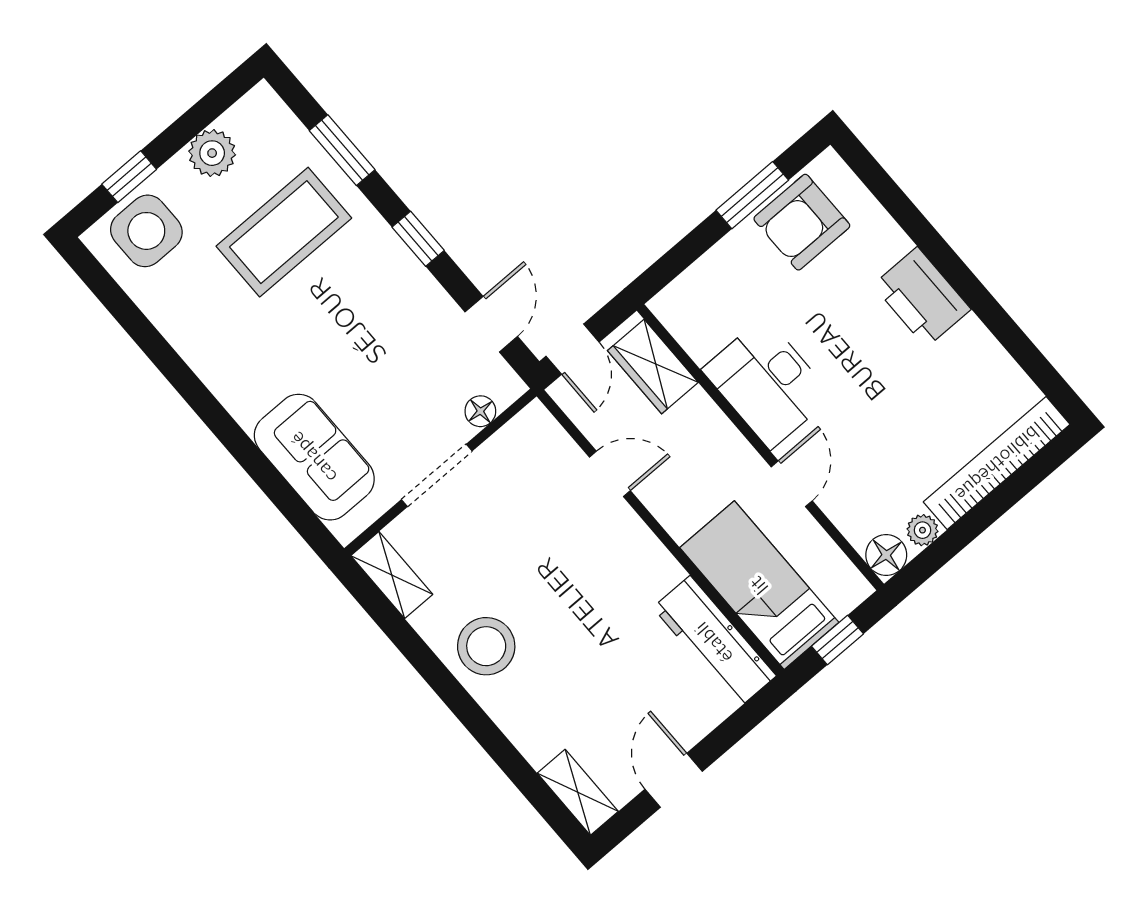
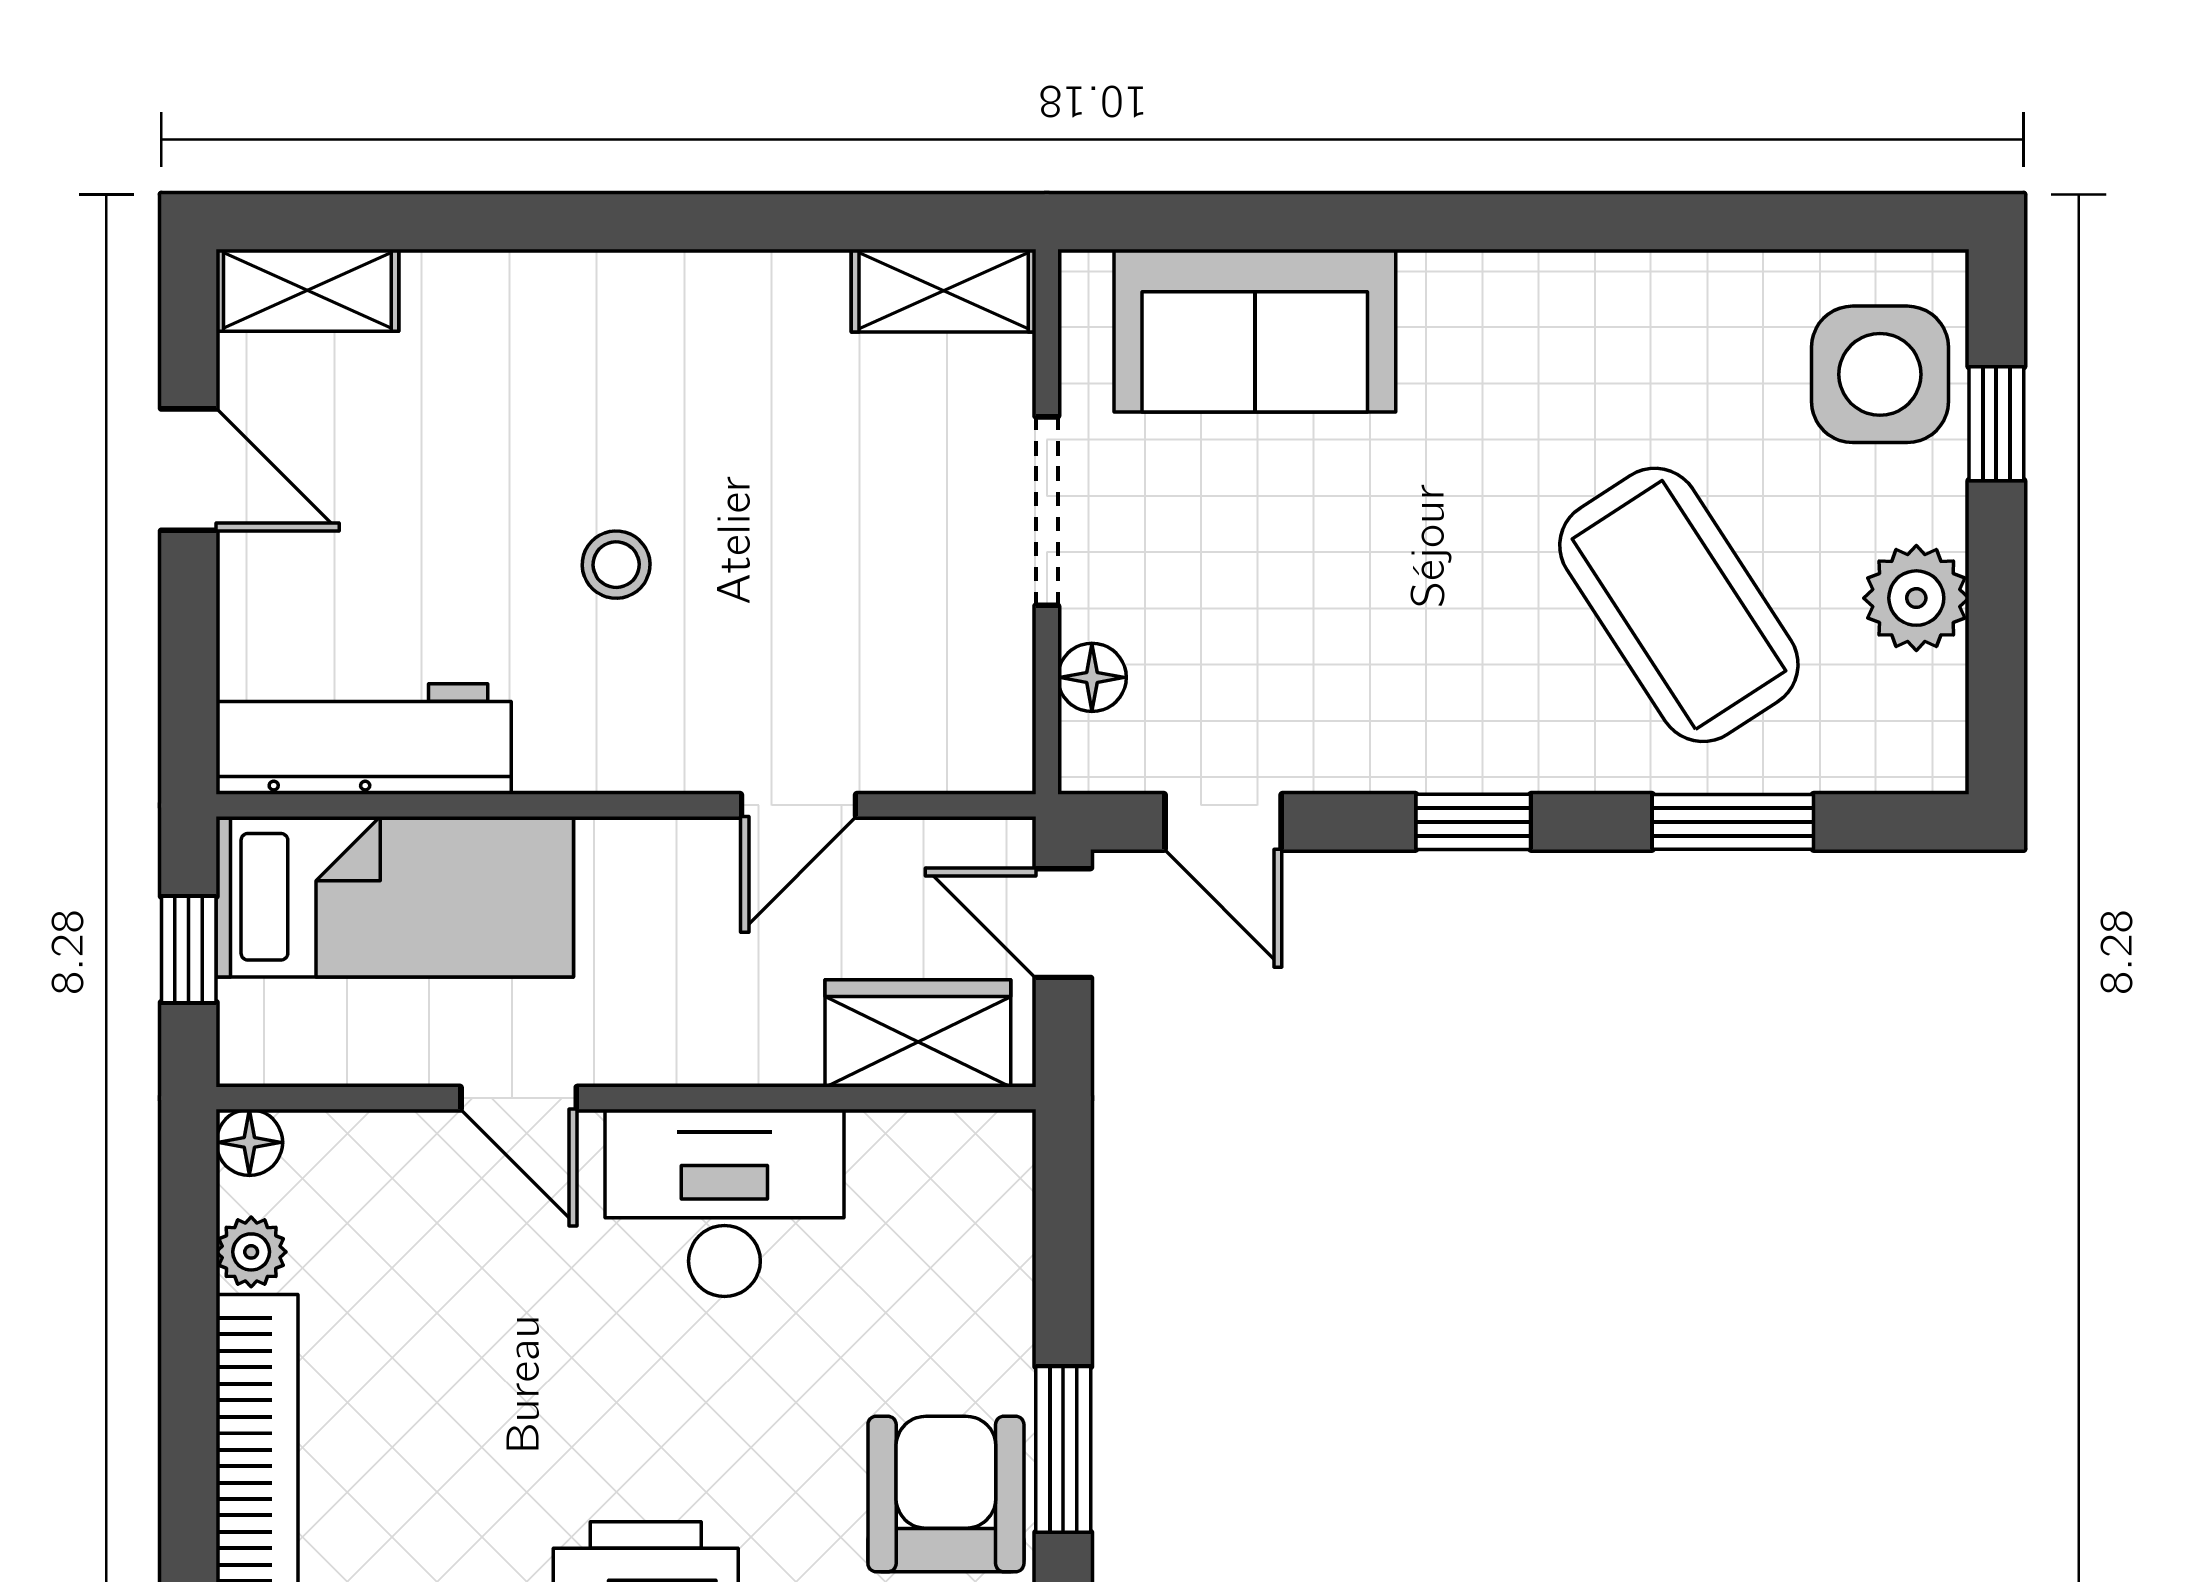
coffee table: (284, 232) -> (1679, 605), turned -33
floor lamp: (886, 555) -> (249, 1142), width x0.73, depth x0.73
stool: (486, 646) -> (616, 565), moved, width x0.53, depth x0.53

